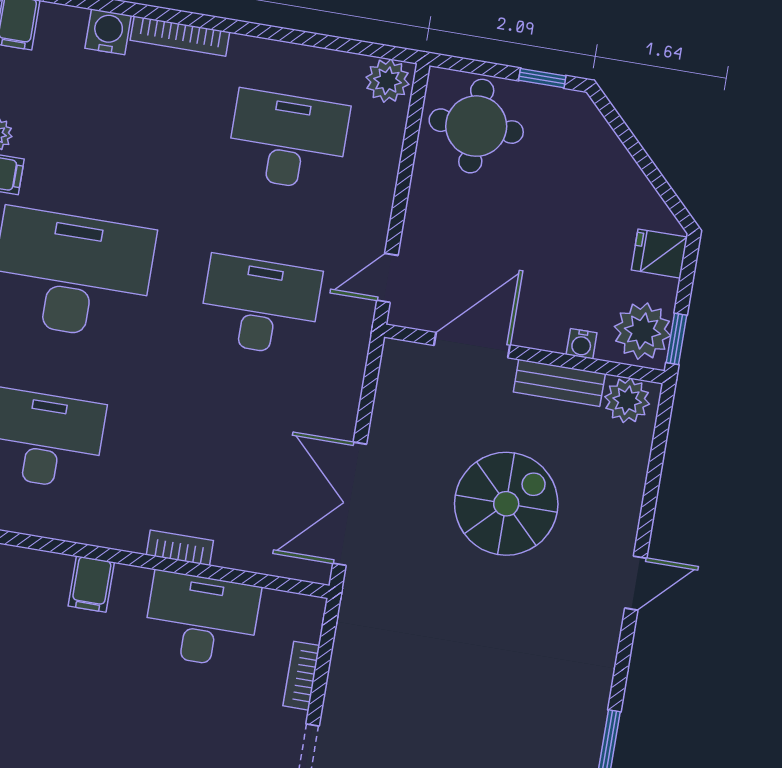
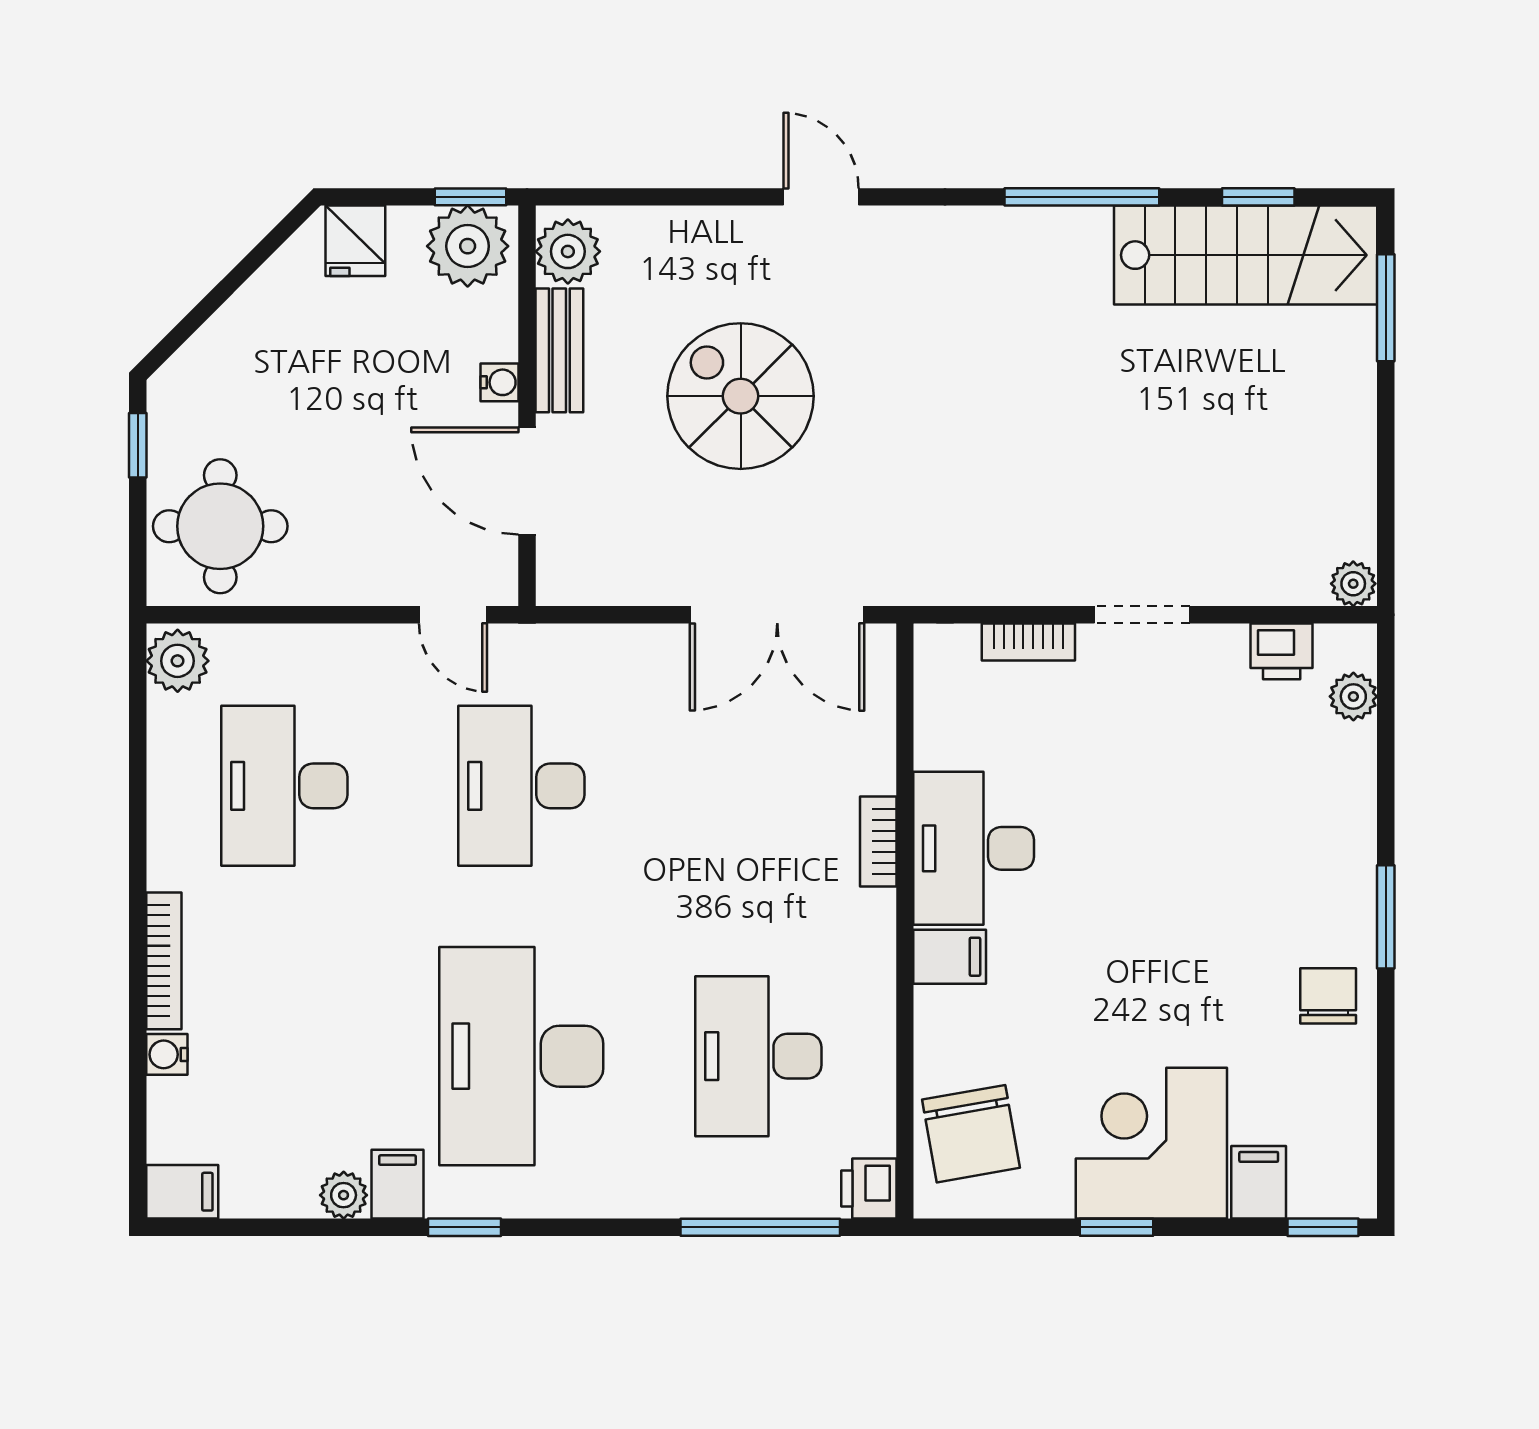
water cooler: (108, 32) -> (167, 1054), width x0.72, depth x0.72
water cooler: (582, 344) -> (500, 382), moved
desk: (202, 620) -> (974, 848), moved

